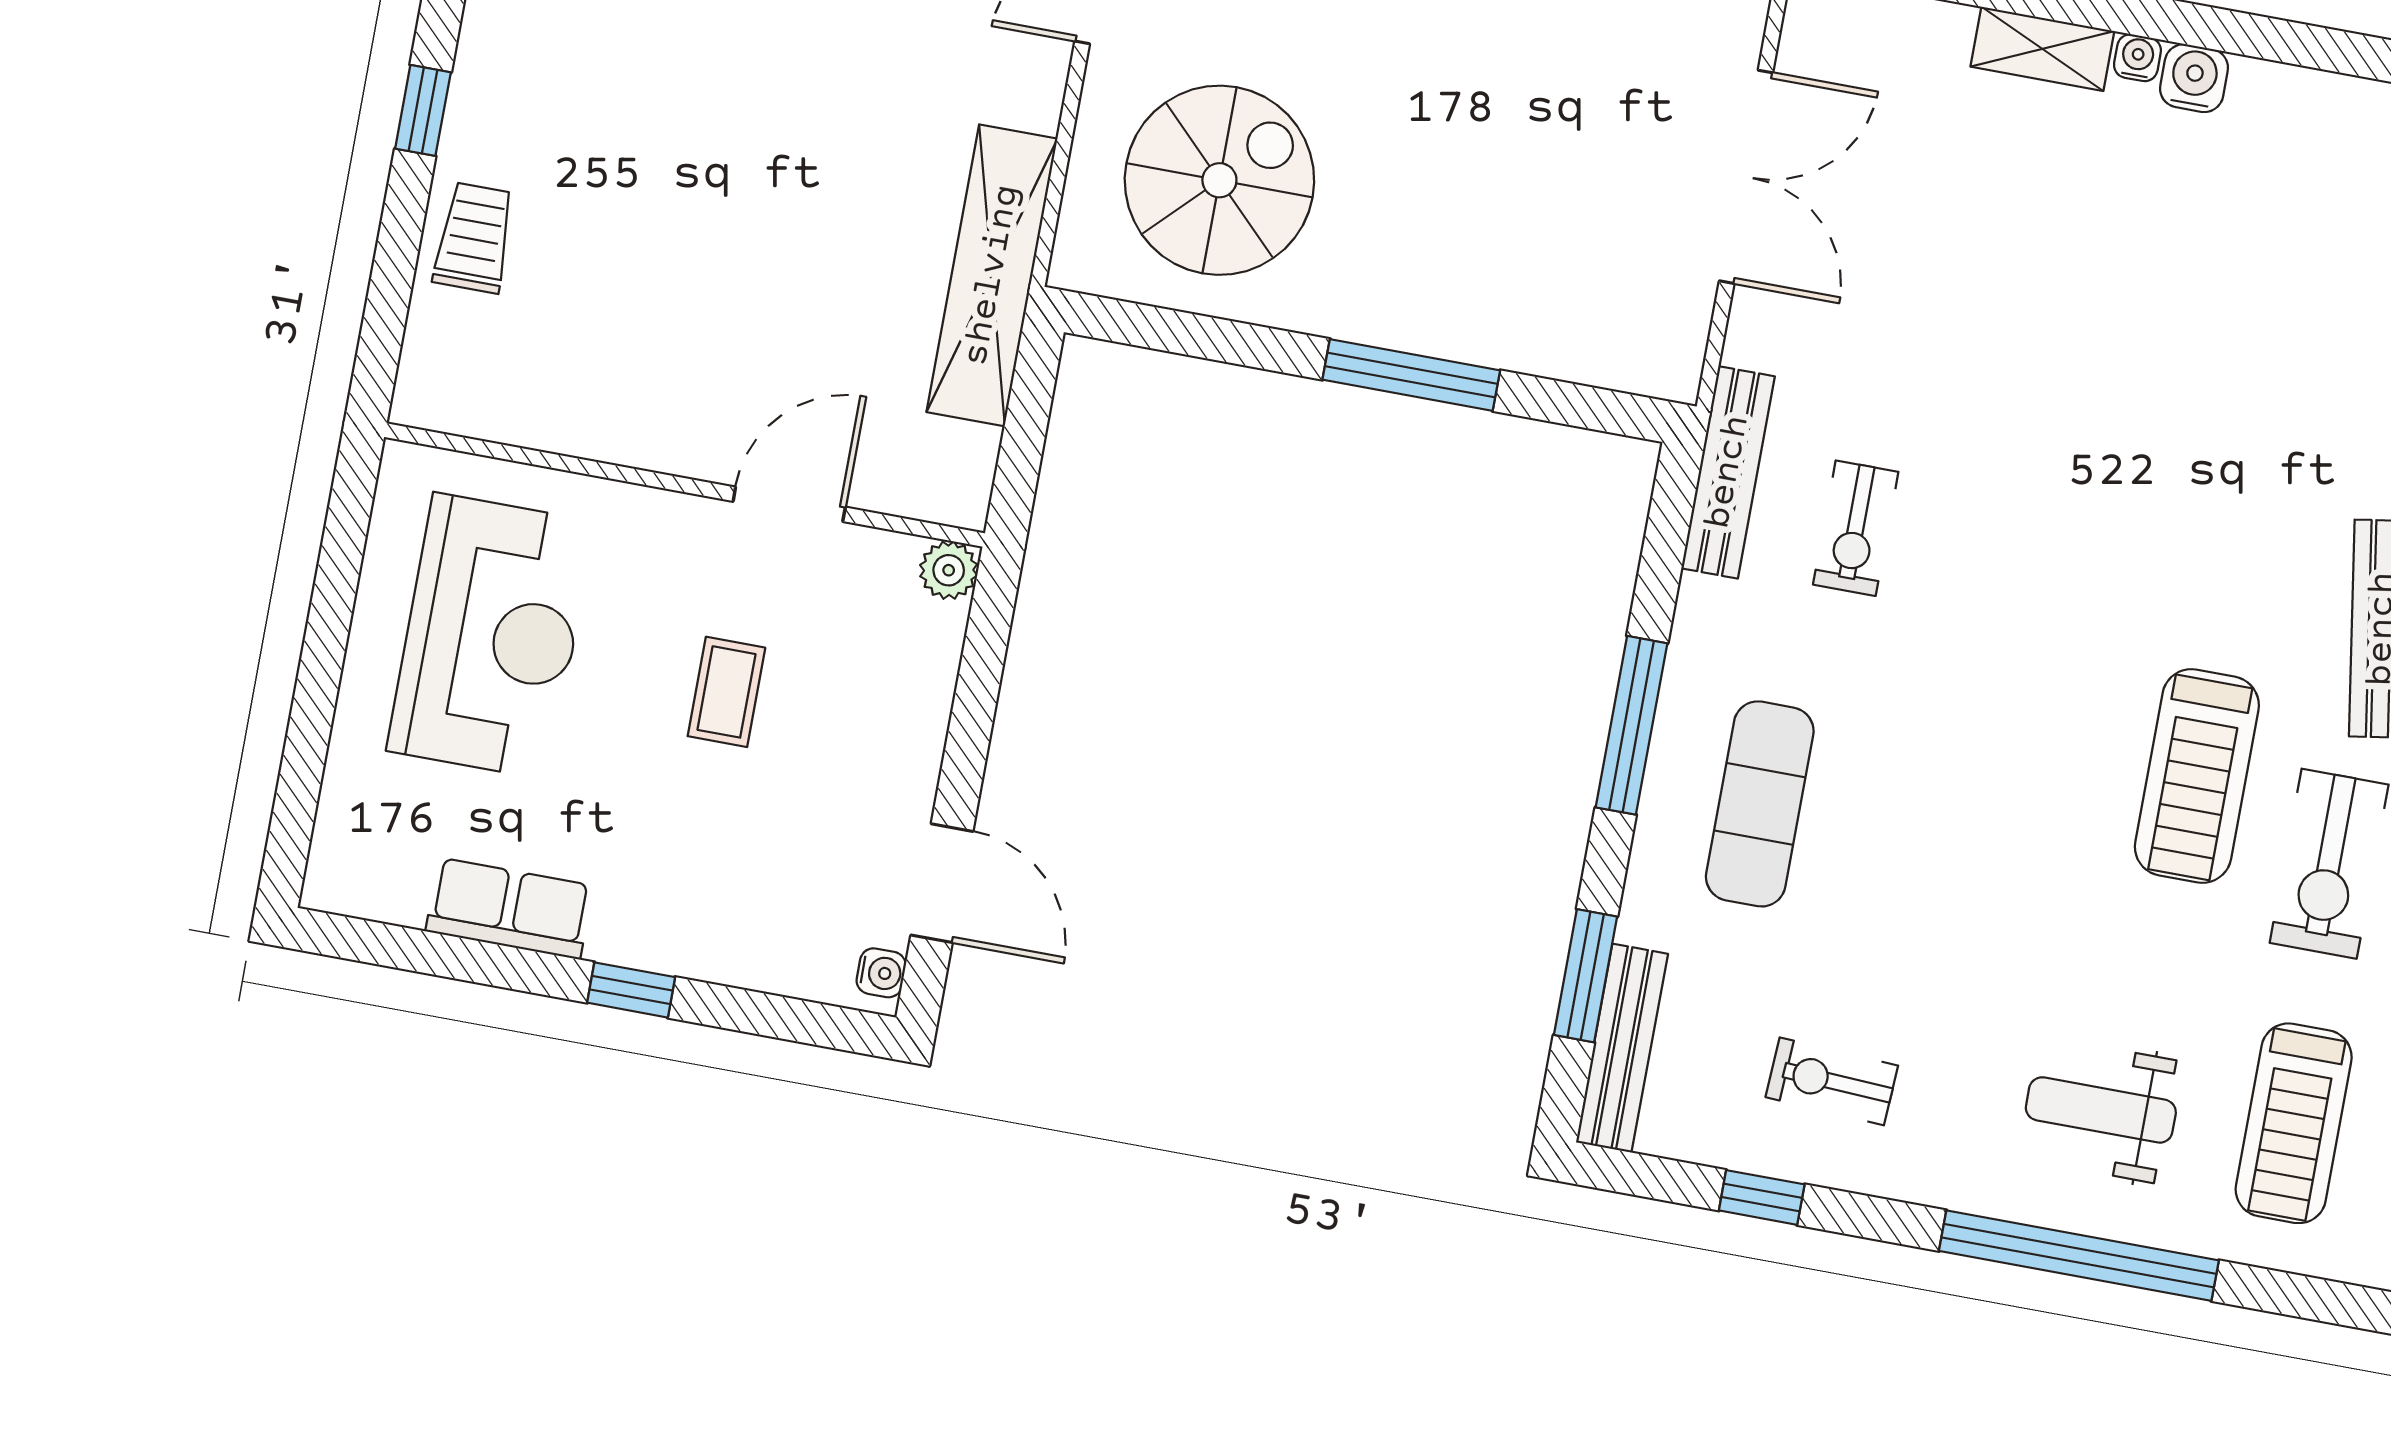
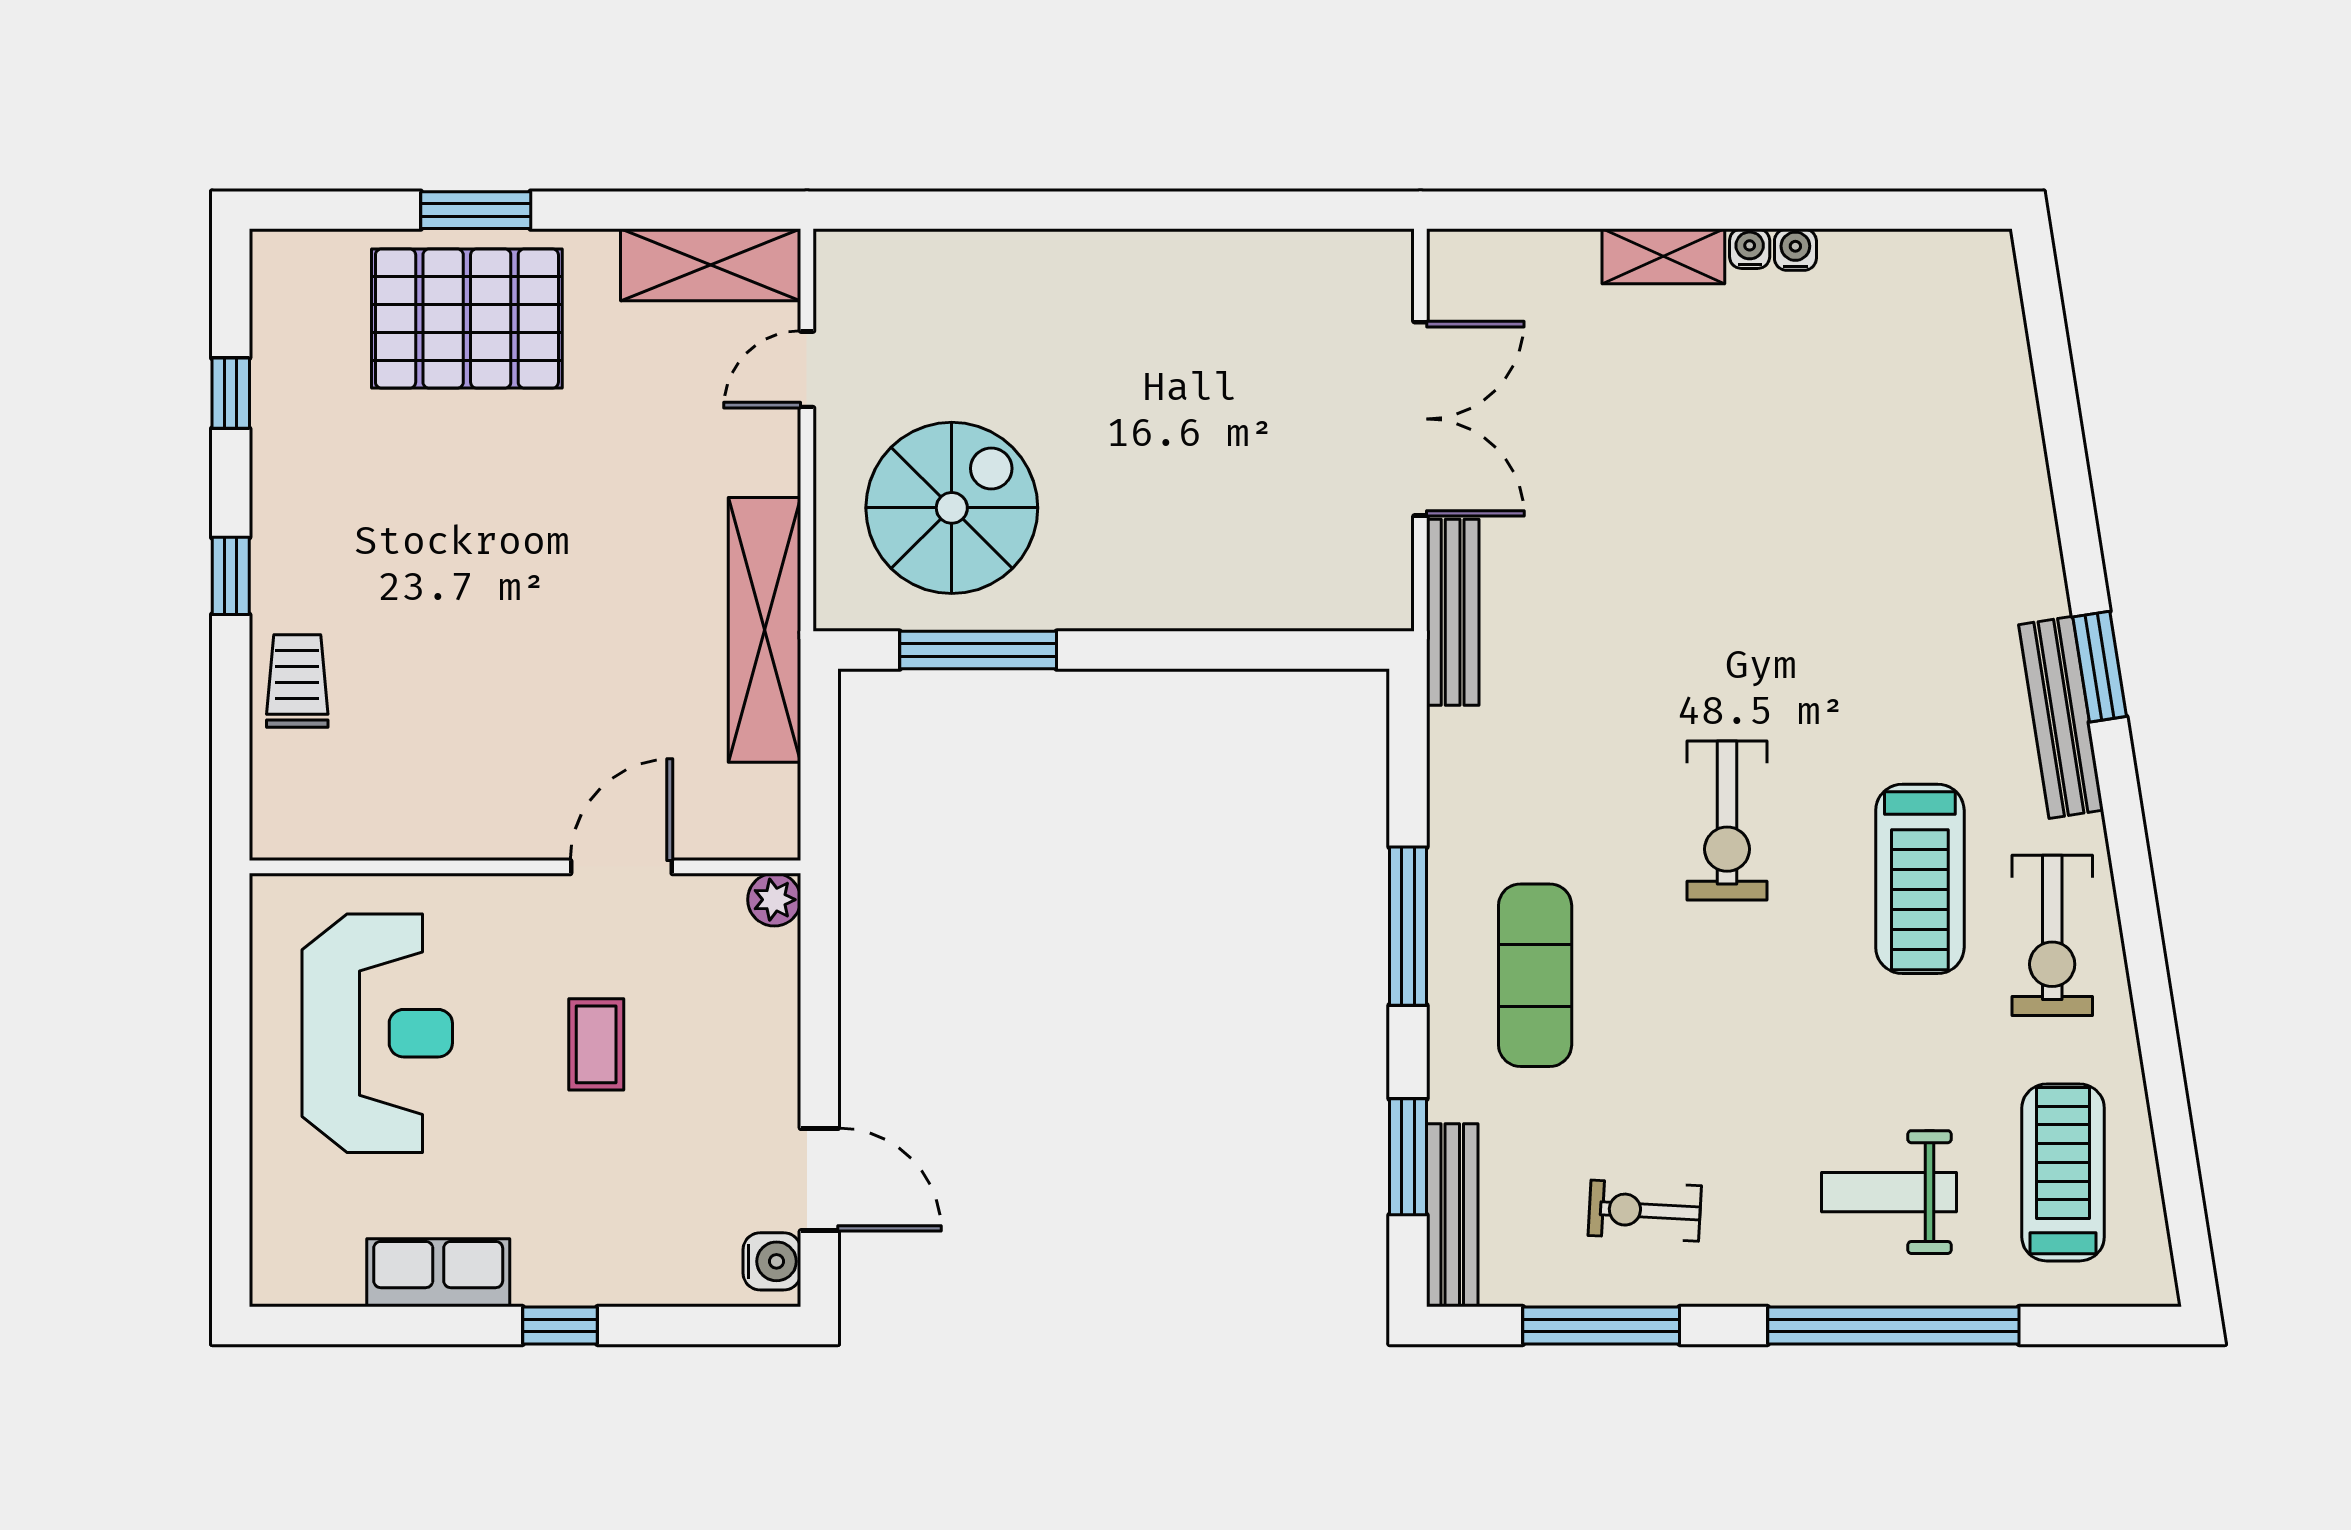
water cooler: (2194, 78) -> (1795, 250), width x0.72, depth x0.72
window: (1411, 375) -> (978, 650), moved
bench: (1728, 472) -> (1453, 612), moved
exercise bike: (1856, 528) -> (1727, 821), moved, width x1.38, depth x1.39
water cooler: (881, 973) -> (772, 1261), width x1.38, depth x1.38
treadmill: (2294, 1123) -> (2063, 1172), turned 180
window: (1762, 1197) -> (1601, 1325), width x2.17

